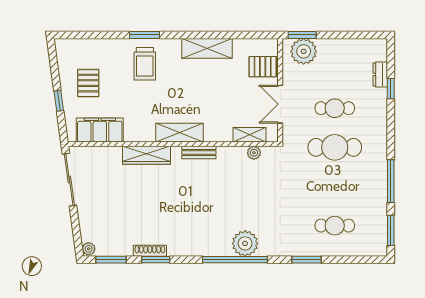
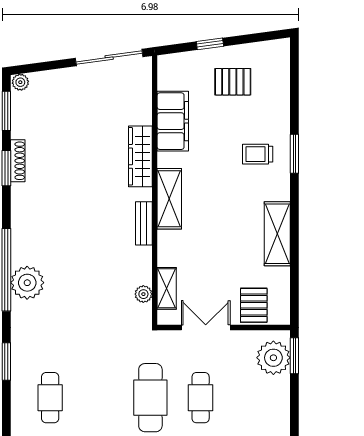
trolley: (145, 64) -> (258, 154), width x0.73, depth x0.72
filing cabinet: (100, 130) -> (173, 121), moved

